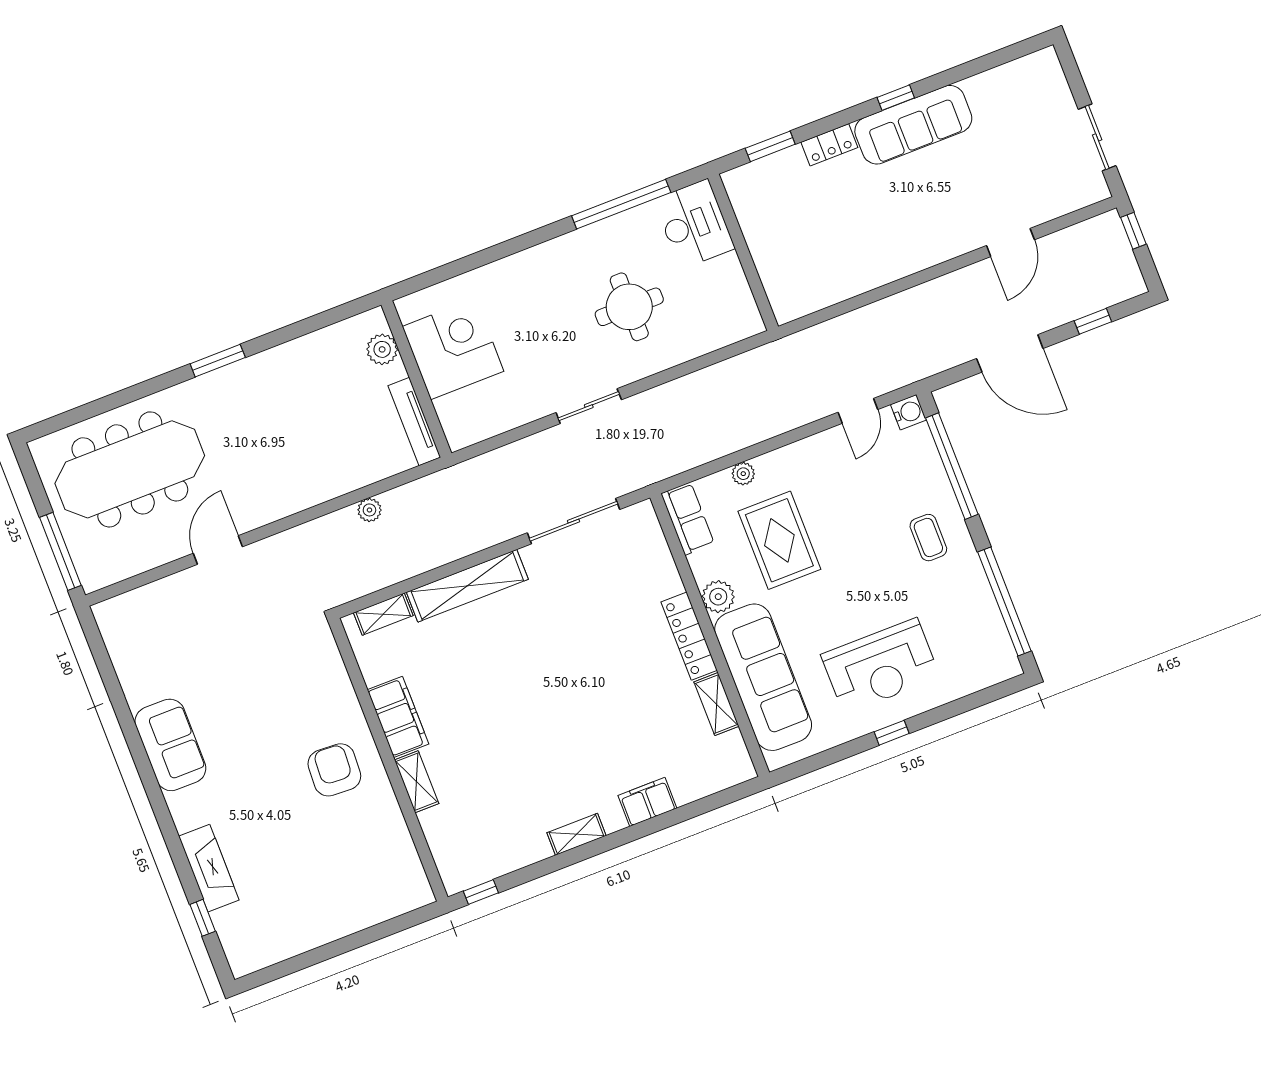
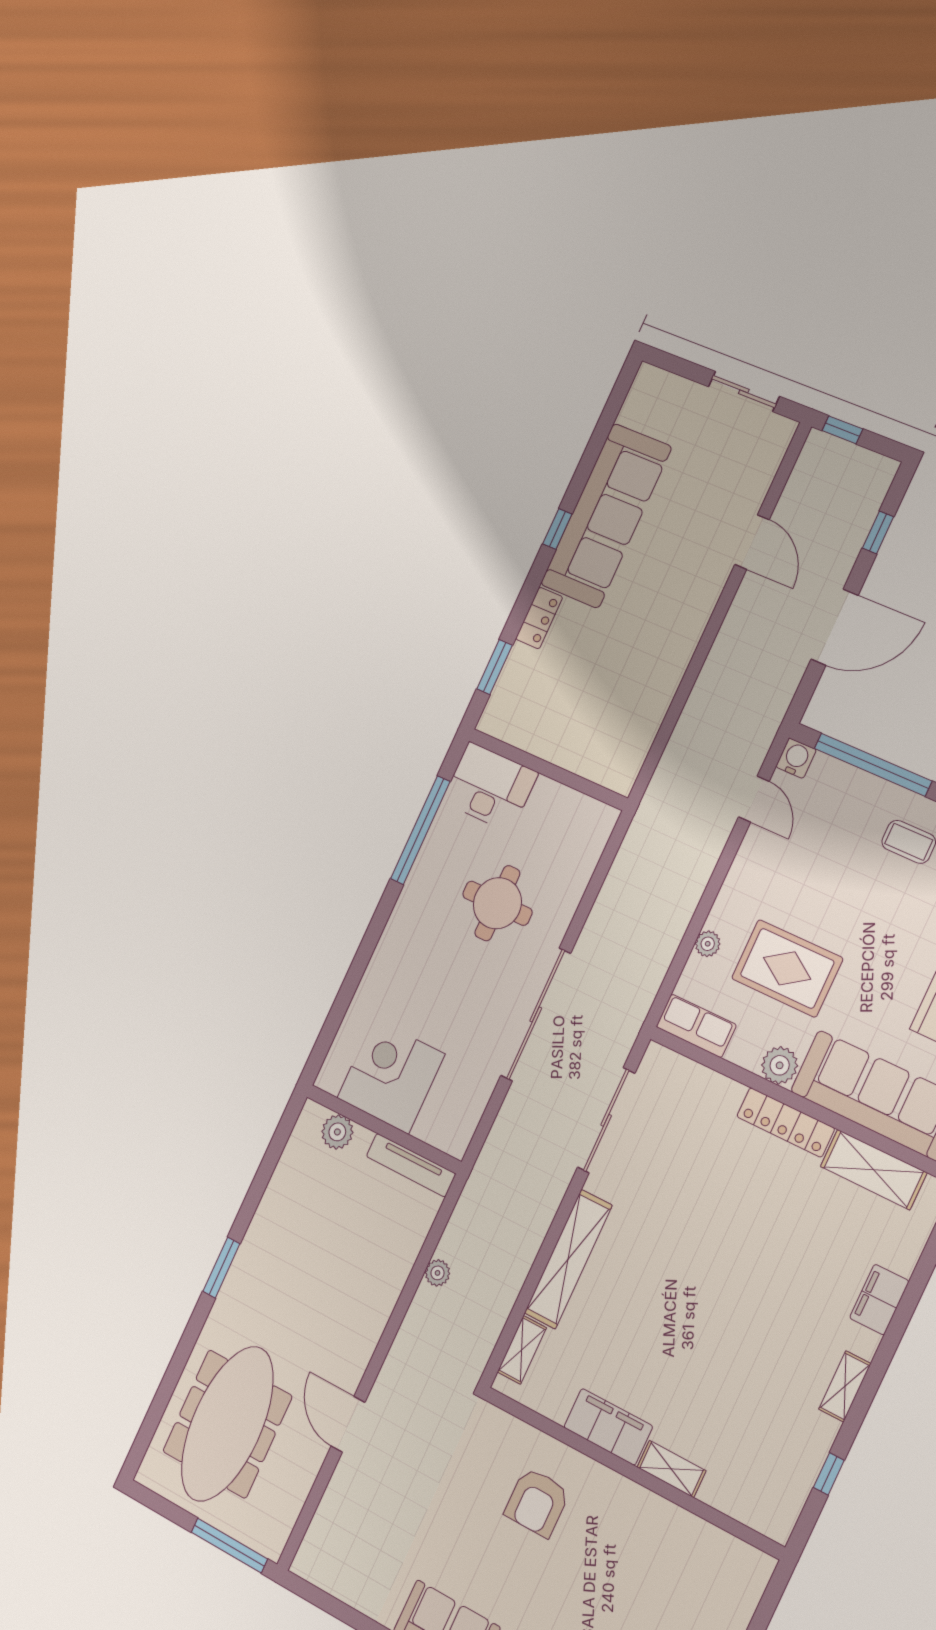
sofa: (913, 125) -> (606, 516), width x1.36, depth x1.27
sliding door: (589, 406) -> (536, 1014), width x1.86
shelving: (716, 704) -> (874, 1170), width x1.50, depth x1.33
armchair: (334, 770) -> (537, 1502), moved, turned -93
window: (481, 892) -> (829, 1474), moved

